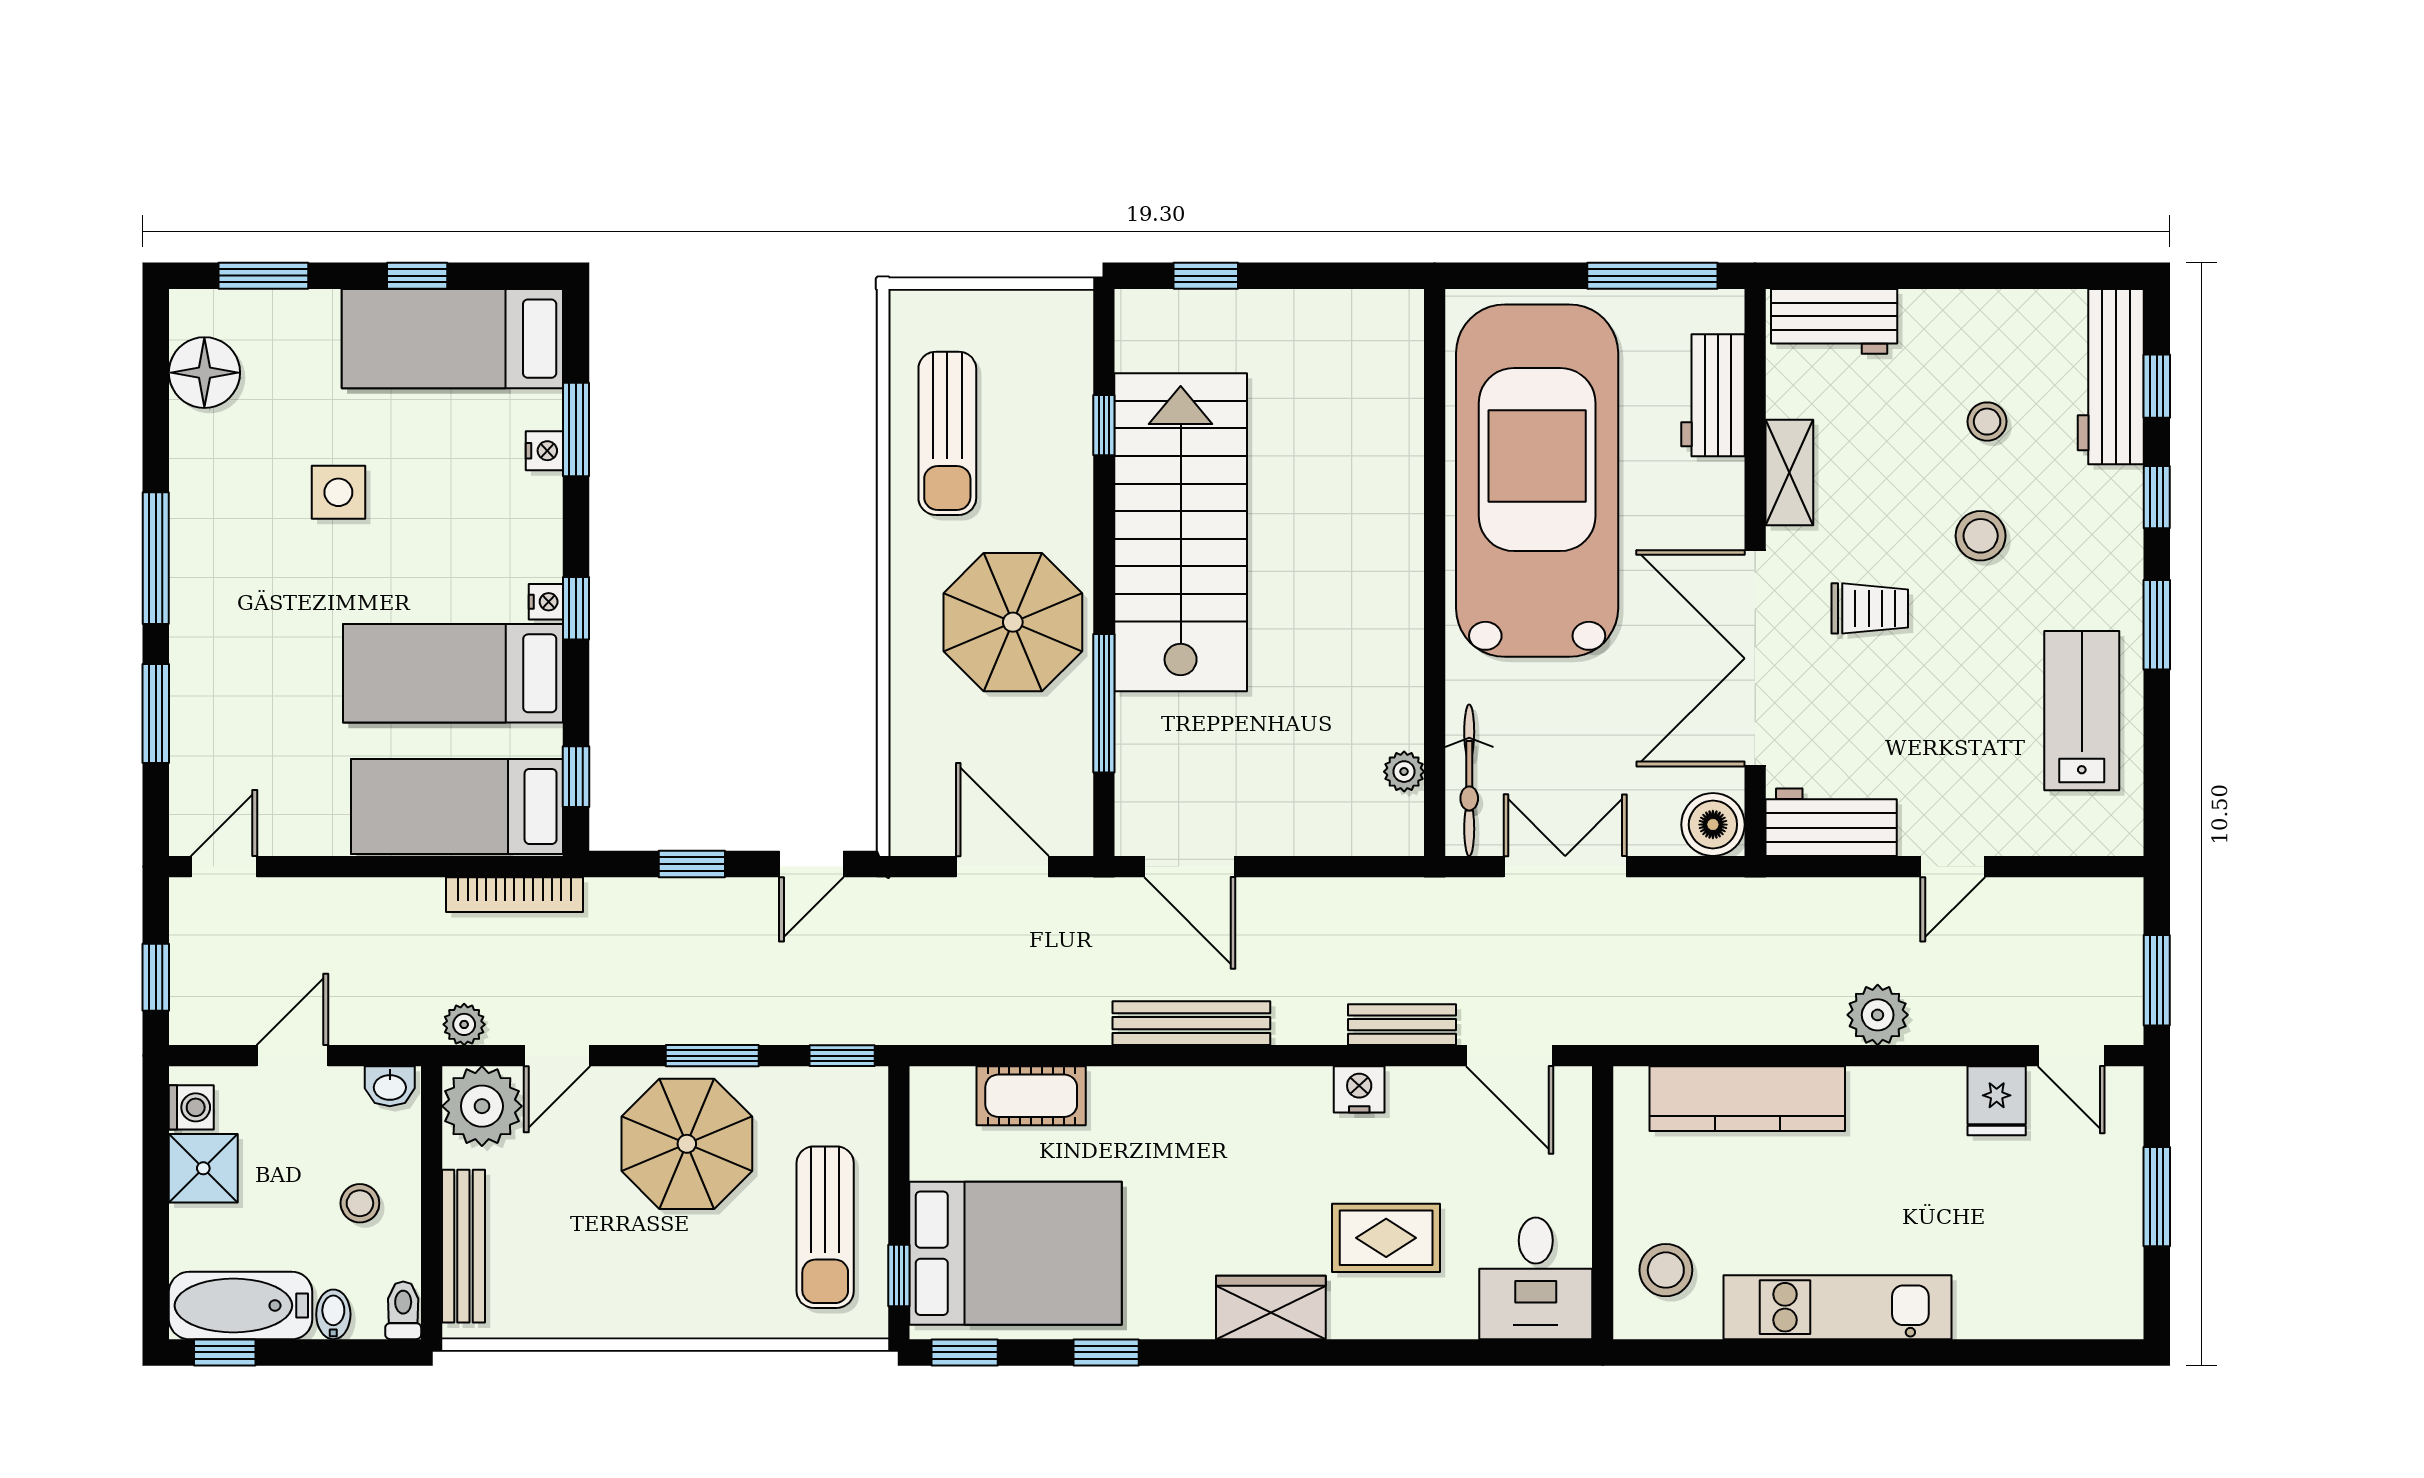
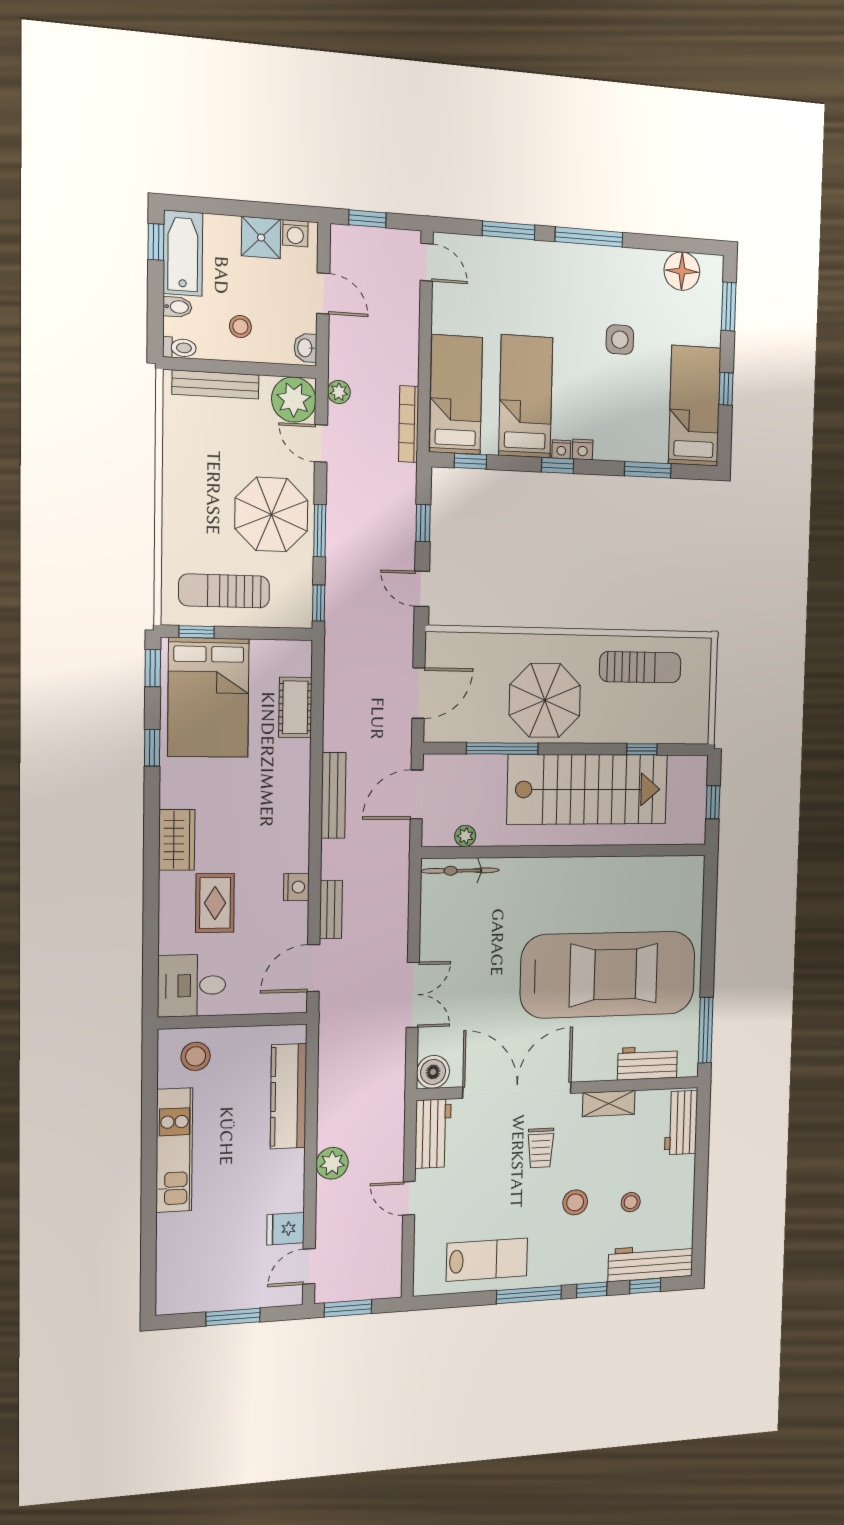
sun lounger: (947, 433) -> (640, 667), turned 180
nightstand: (544, 451) -> (583, 449), moved
wall: (1435, 572) -> (566, 851), moved
window: (2157, 625) -> (529, 1295), width x1.44
plant: (1404, 772) -> (465, 836), moved
bicycle: (1469, 780) -> (460, 871), moved

